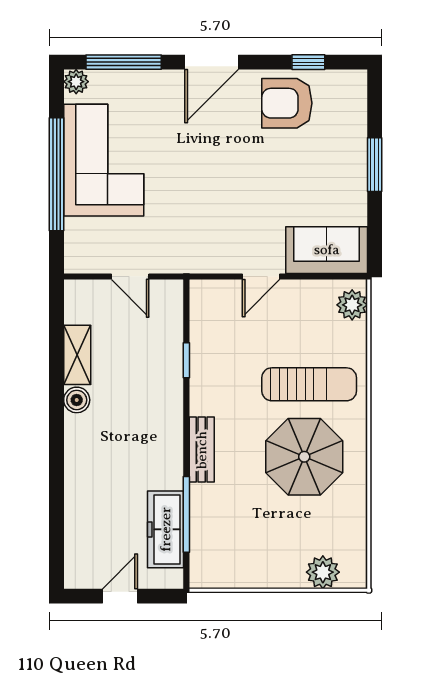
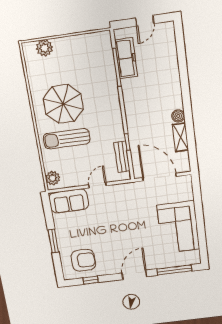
plant: (76, 82) -> (195, 259), removed
armchair: (287, 103) -> (83, 260), moved
window: (57, 174) -> (200, 218), removed
door: (130, 277) -> (159, 177), width x1.88
bench: (202, 450) -> (122, 157), moved

